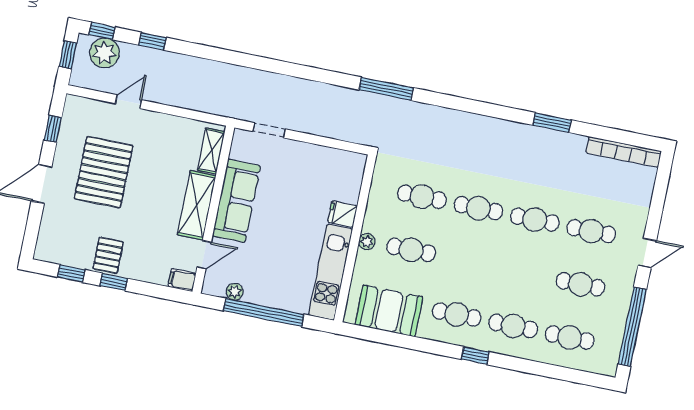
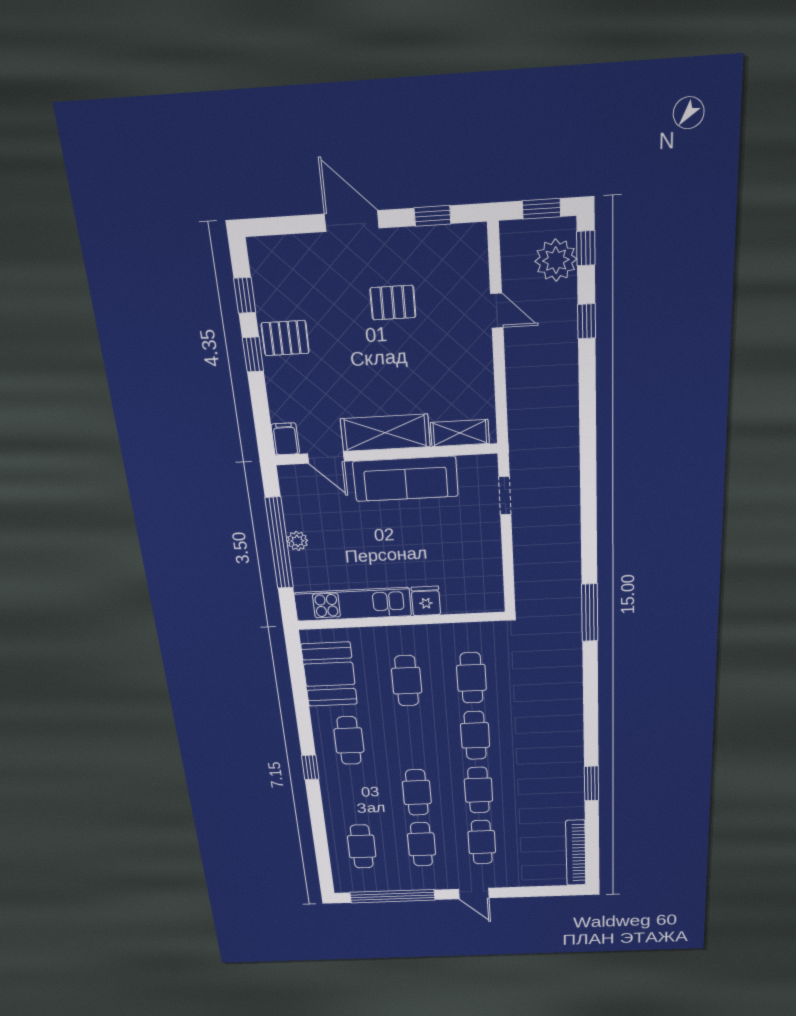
pallet: (104, 172) -> (393, 303), width x0.49, depth x0.50
plant: (367, 242) -> (402, 634), removed
plant: (235, 292) -> (297, 541), moved
cafe table: (513, 326) -> (417, 792), moved

